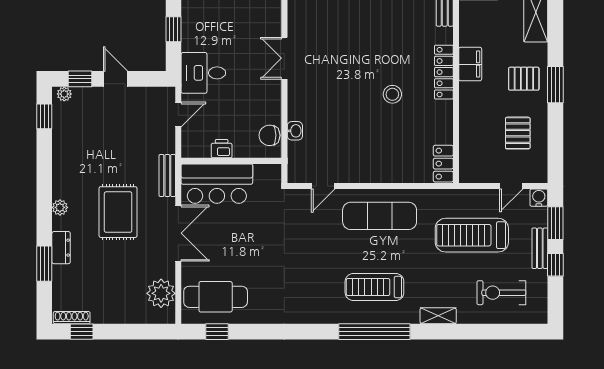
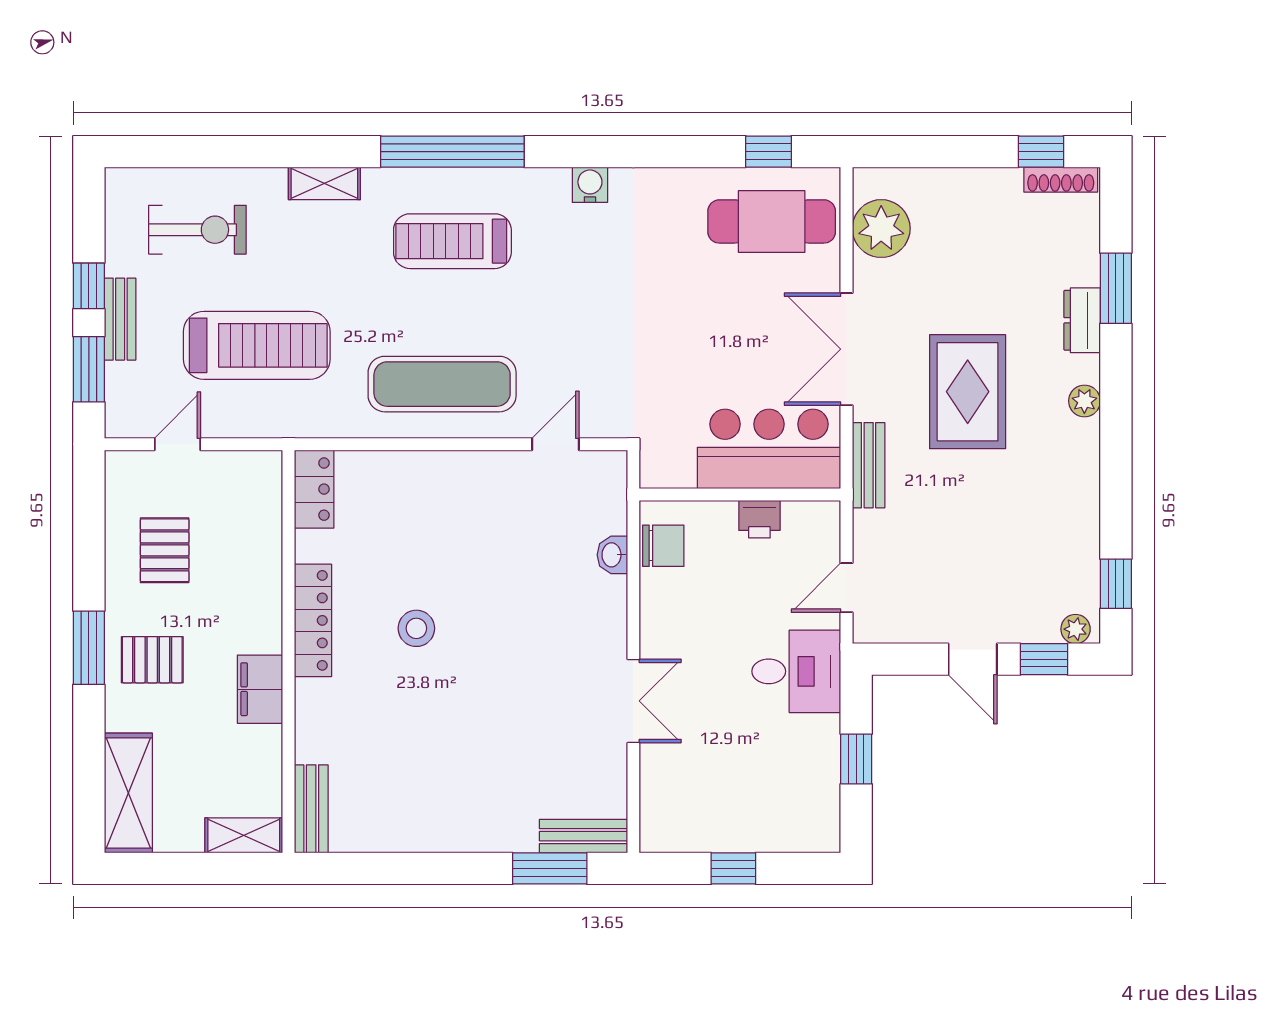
locker: (444, 72) -> (313, 620), moved
water cooler: (539, 198) -> (590, 185), moved, turned 180
treadmill: (374, 287) -> (452, 241), turned 180

